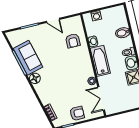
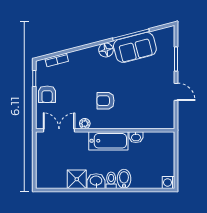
washing machine: (96, 16) -> (169, 182), moved
door: (53, 20) -> (176, 92), swing flipped
bidet: (123, 33) -> (124, 179), moved
armchair: (73, 41) -> (106, 101), moved

